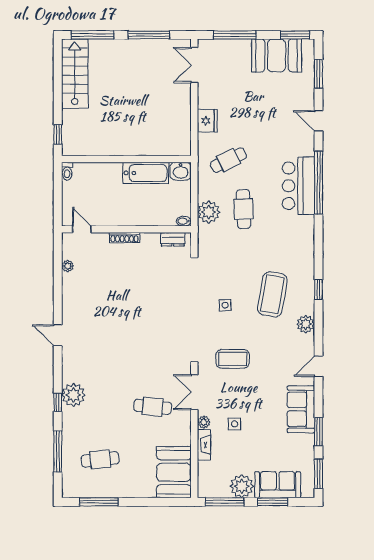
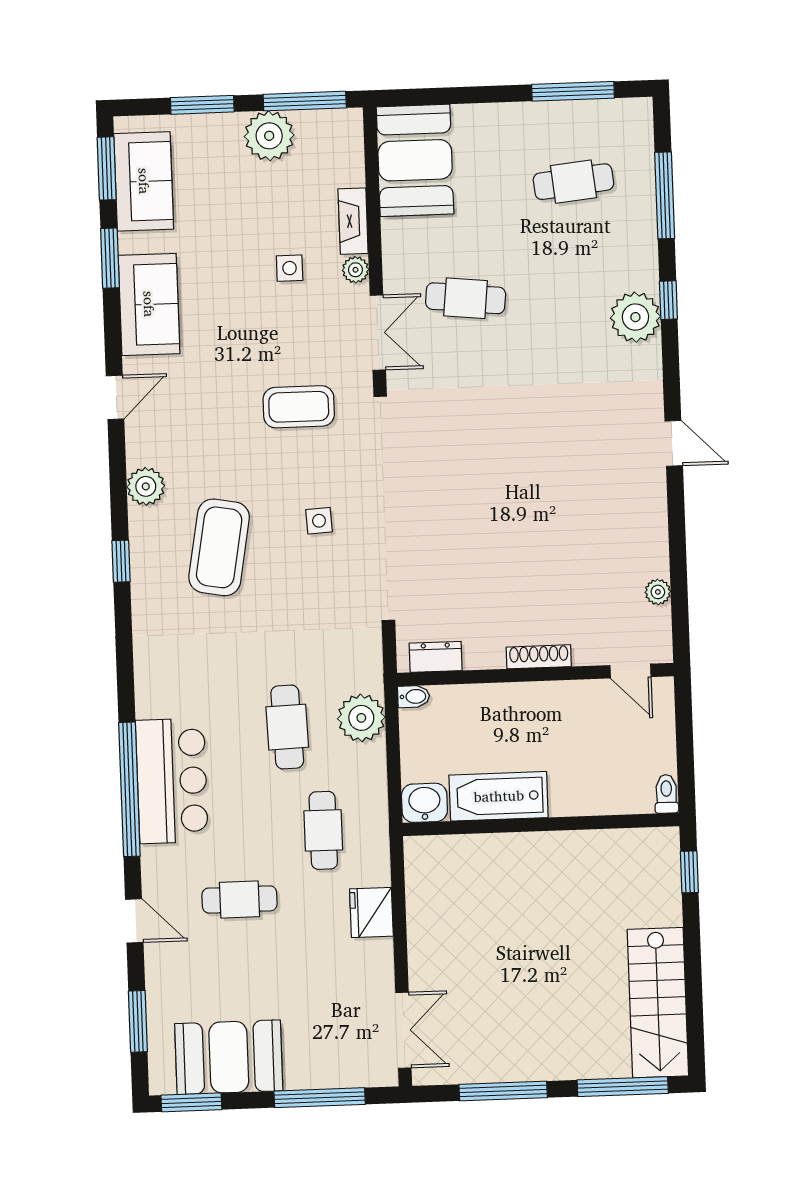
cafe table: (269, 129) -> (240, 899), added
cafe table: (228, 160) -> (323, 830), turned -64
sofa: (278, 485) -> (144, 181), moved, turned -90

